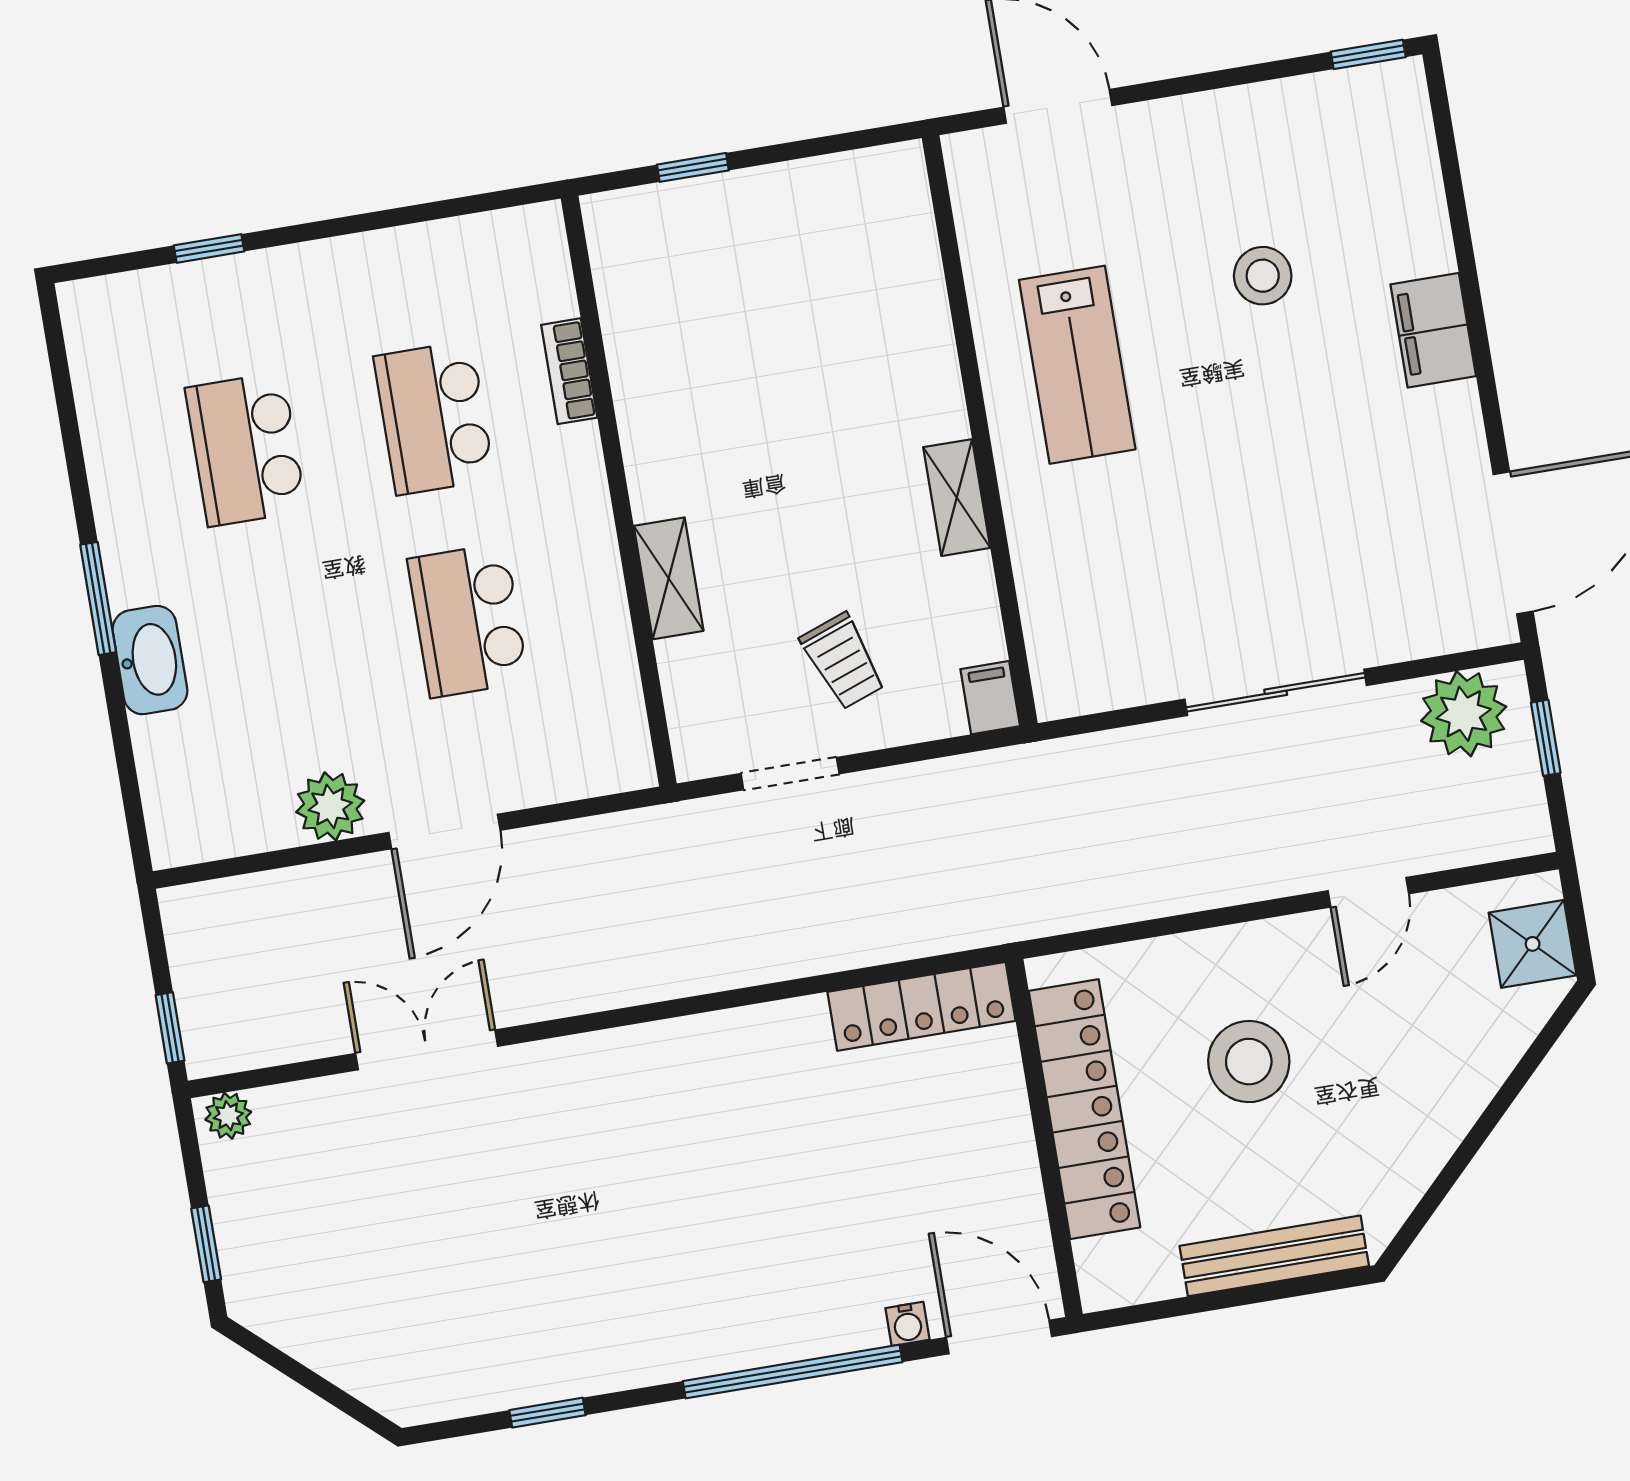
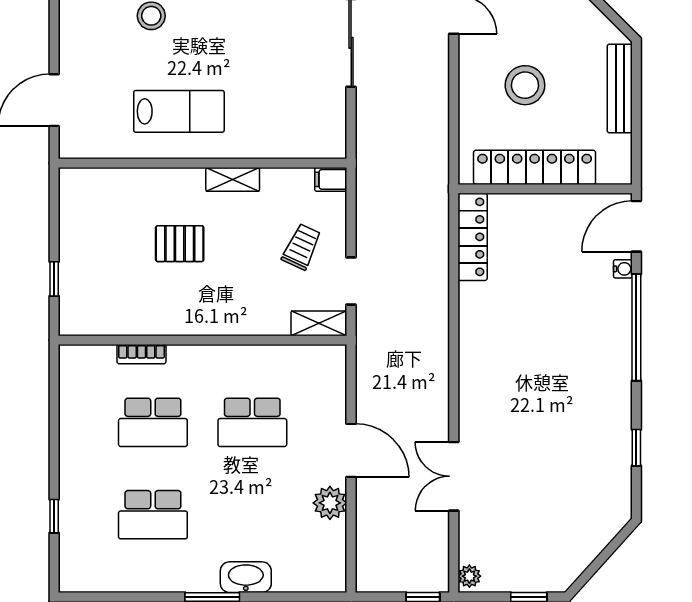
pallet: (808, 411) -> (180, 244), added
shelving: (669, 578) -> (319, 323), moved
trolley: (843, 661) -> (302, 247), turned -45

